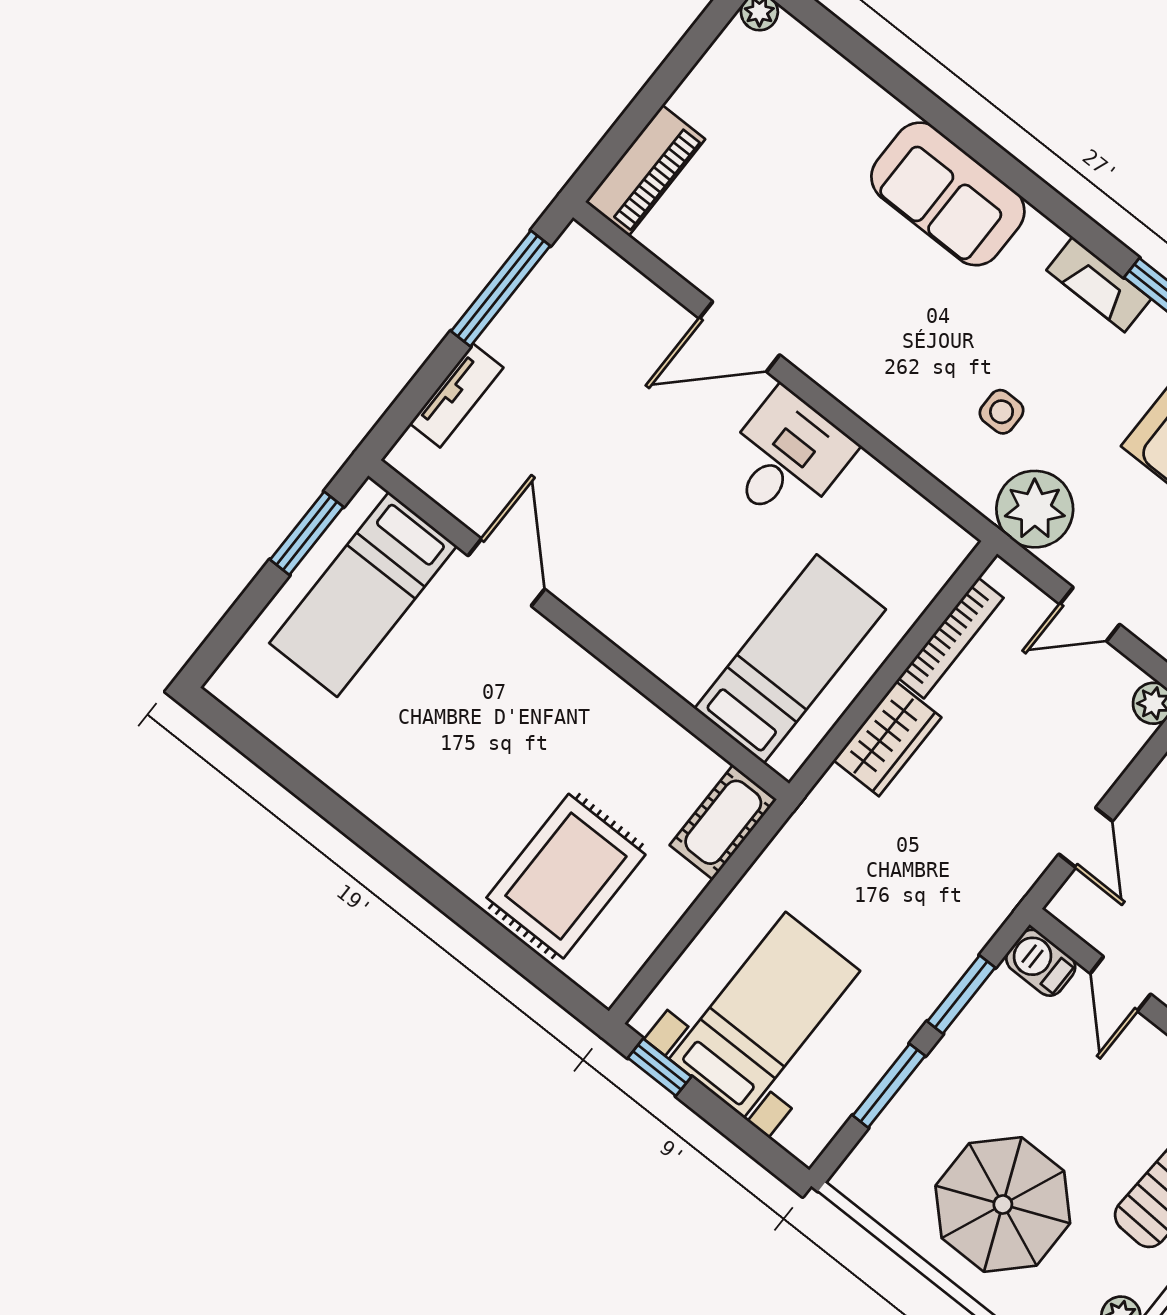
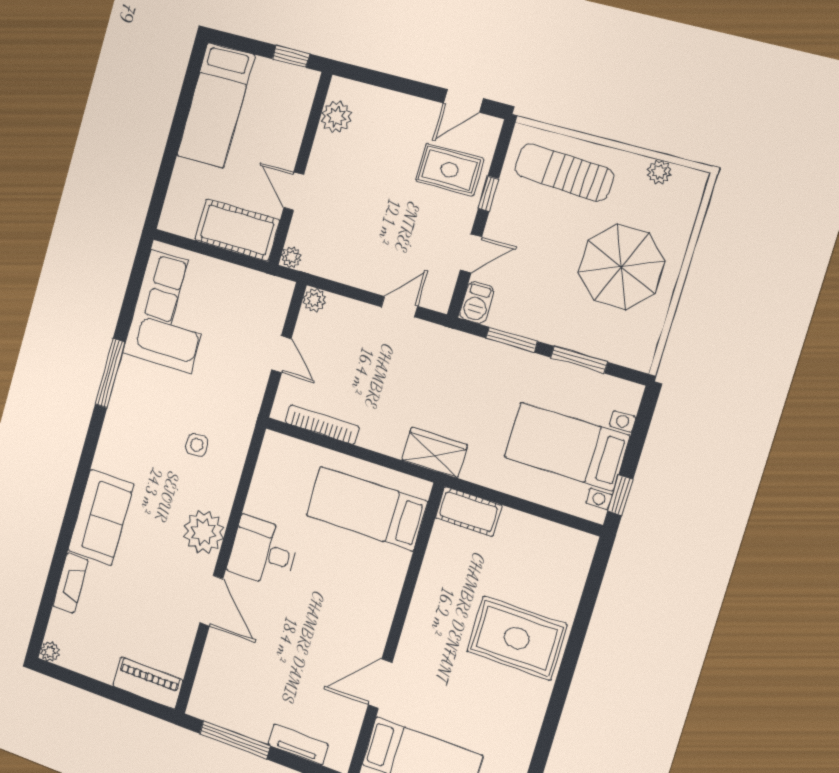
fireplace: (1099, 285) -> (70, 583), moved
plant: (1035, 509) -> (204, 532), moved
wardrobe: (887, 739) -> (434, 452), moved
rug: (566, 876) -> (517, 638), moved

